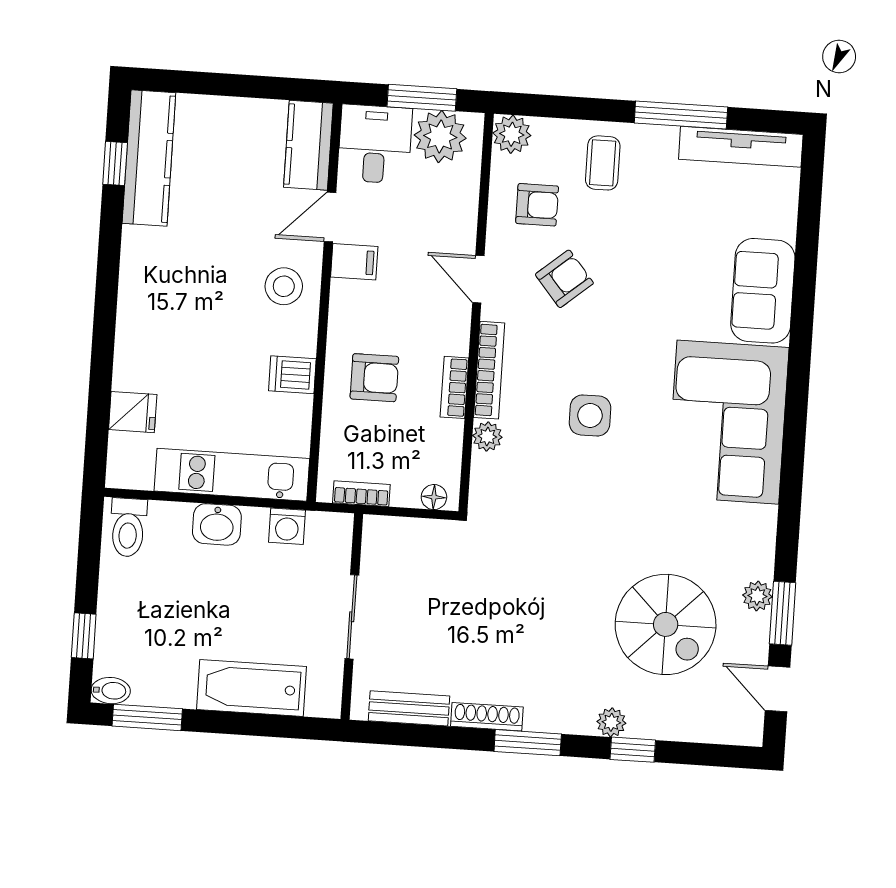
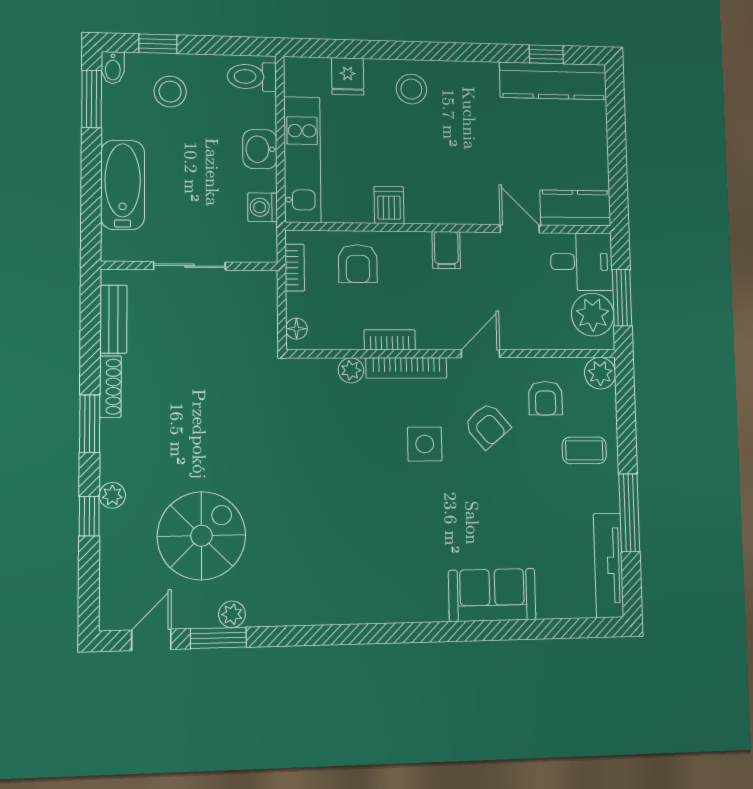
filing cabinet: (354, 262) -> (446, 250), moved
stool: (284, 286) -> (411, 89), moved
armchair: (374, 378) -> (358, 264), moved
side table: (590, 415) -> (425, 444), moved
corner sofa: (728, 422) -> (380, 575), removed
spiral stairs: (666, 624) -> (201, 536), turned 180
stool: (142, 625) -> (170, 92), added

